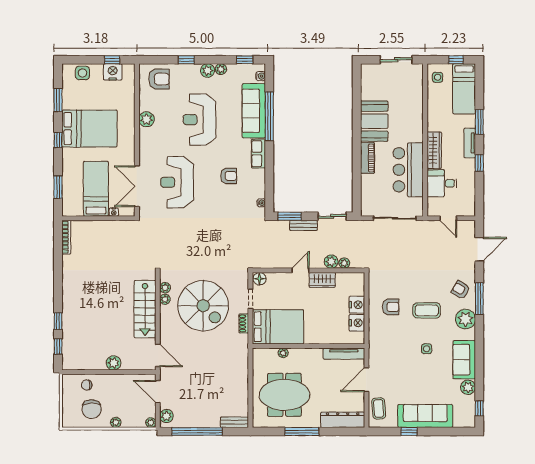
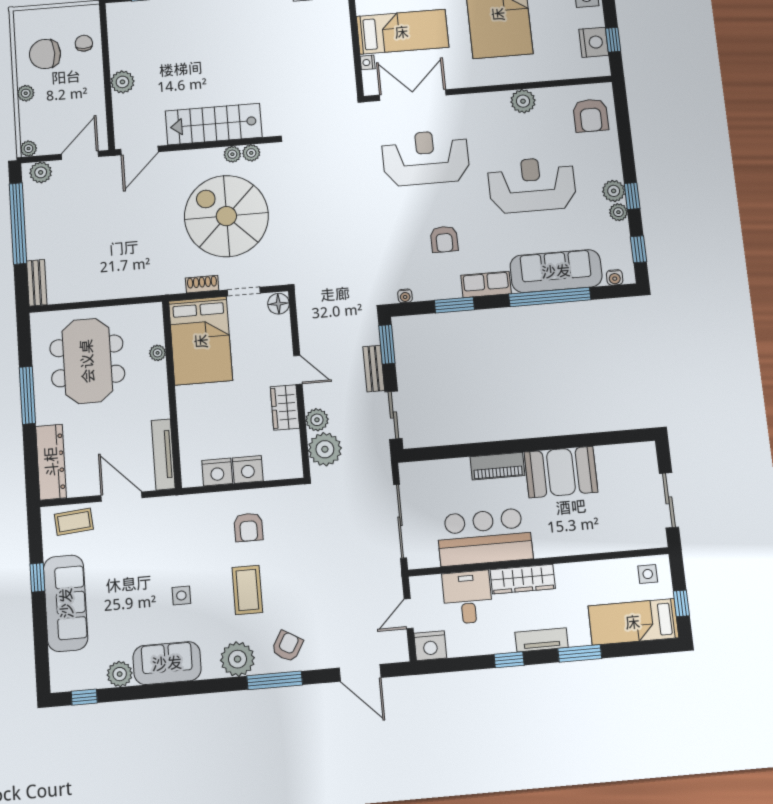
window: (186, 60) -> (632, 196), moved
window: (269, 174) -> (454, 305), added
nightstand: (467, 207) -> (430, 646), added
plant: (344, 263) -> (325, 449), width x1.87, depth x1.87
spiral stairs: (203, 306) -> (226, 216), turned 90

